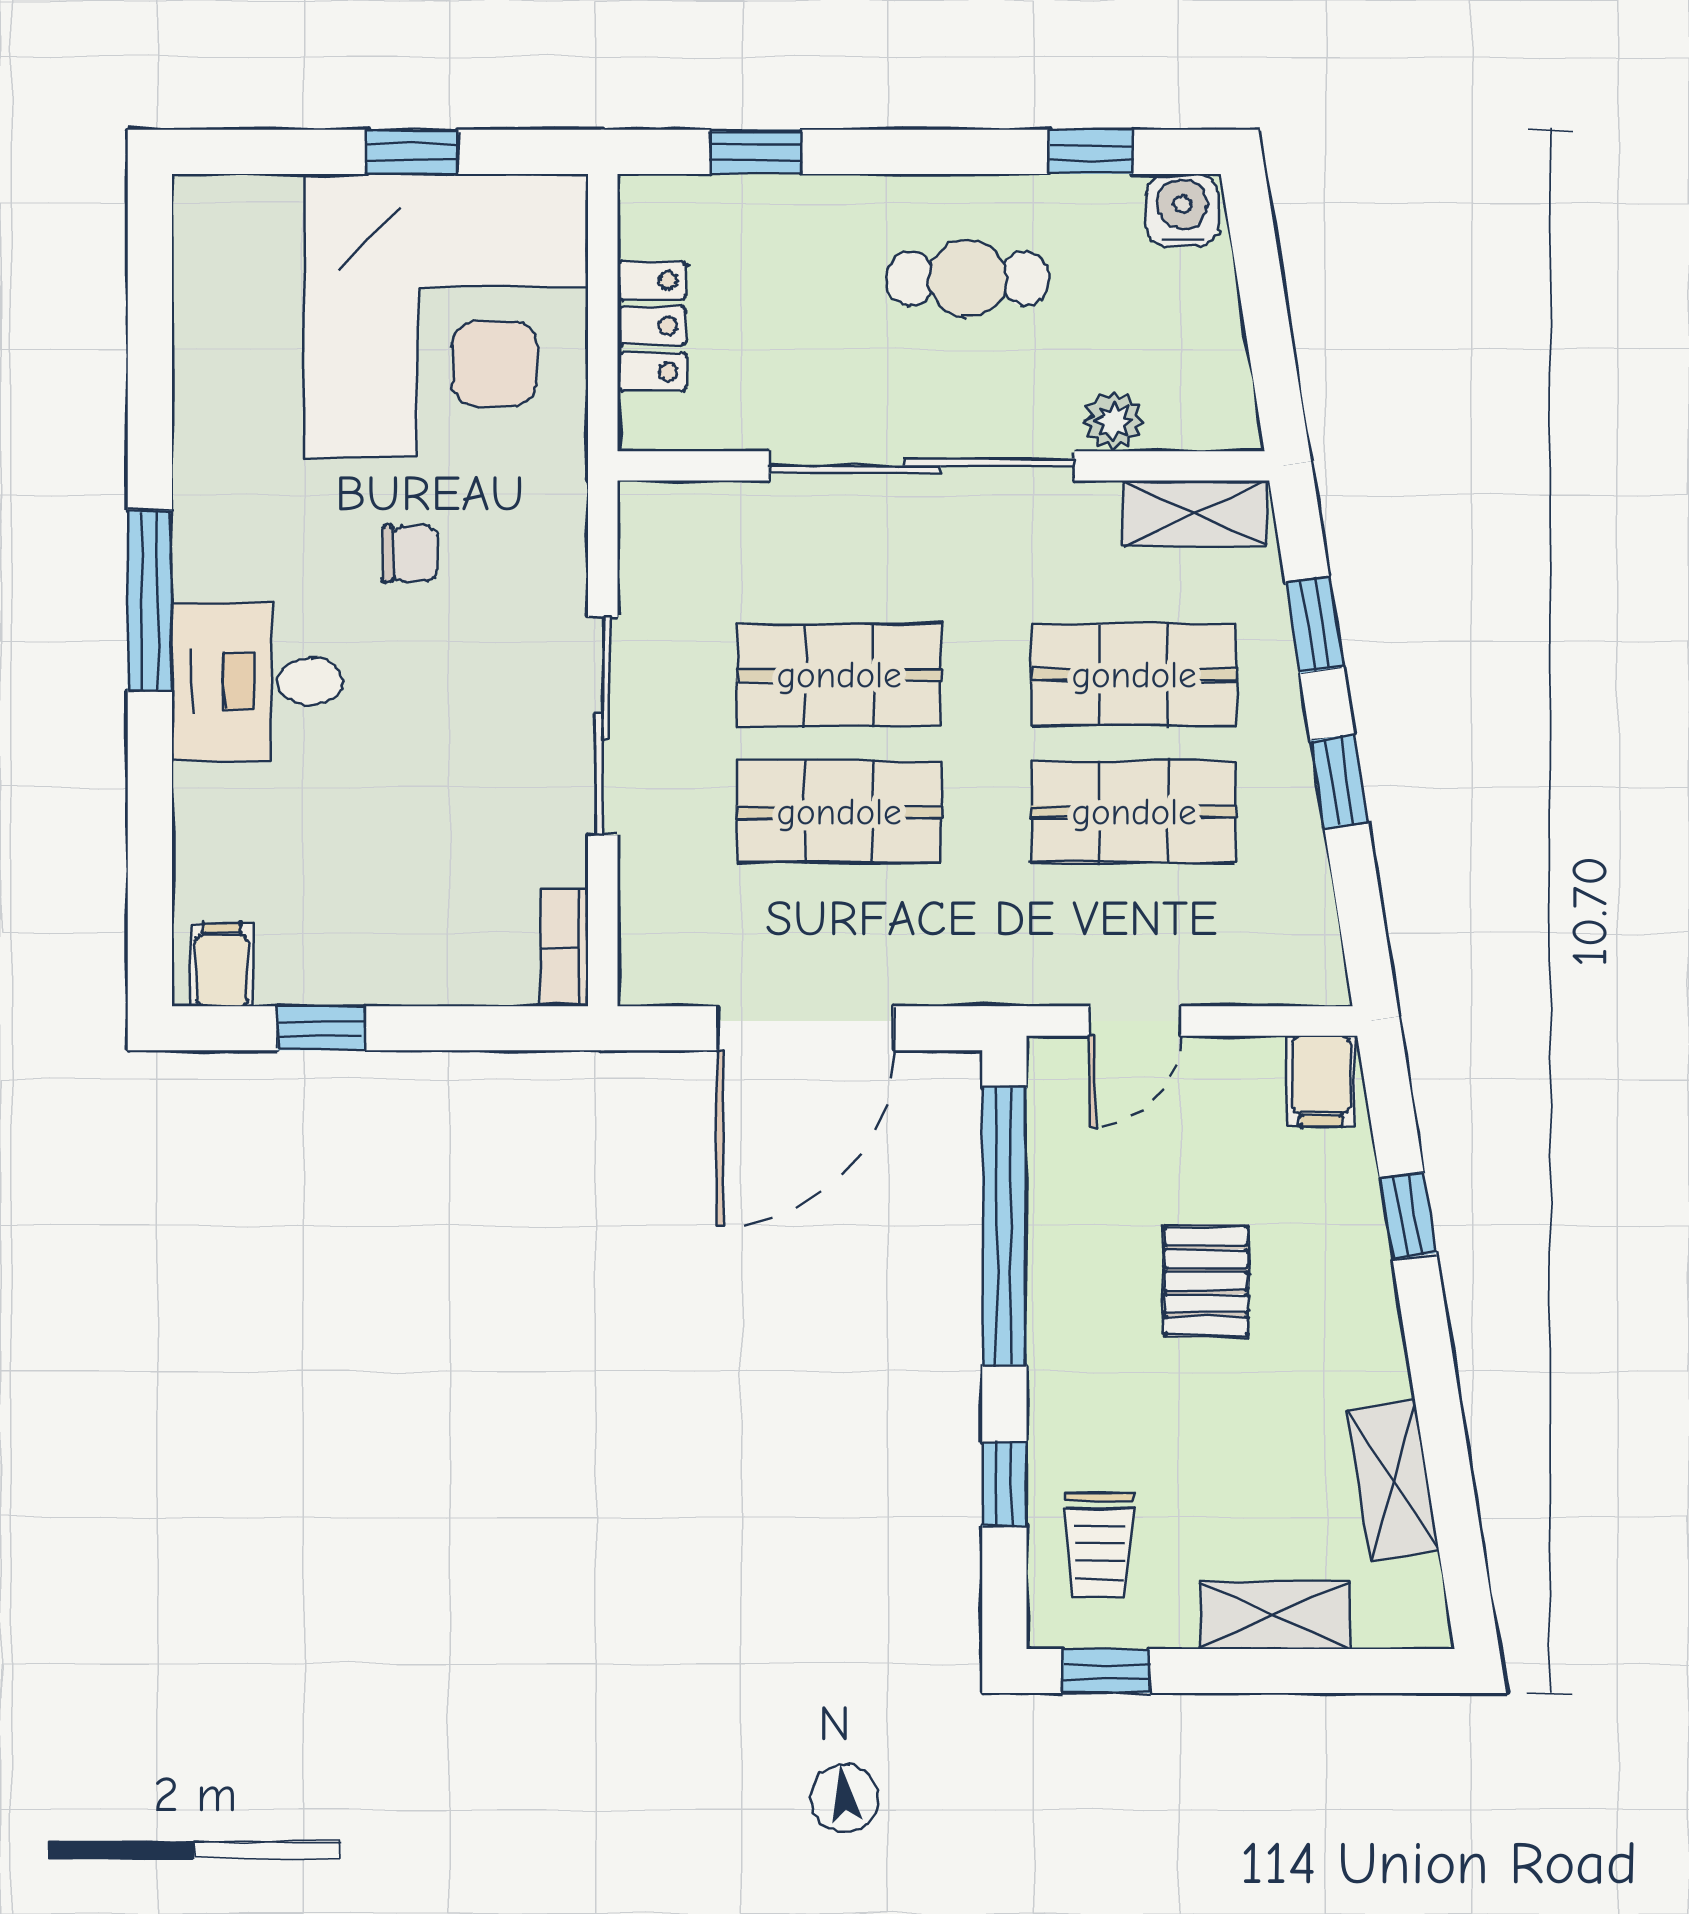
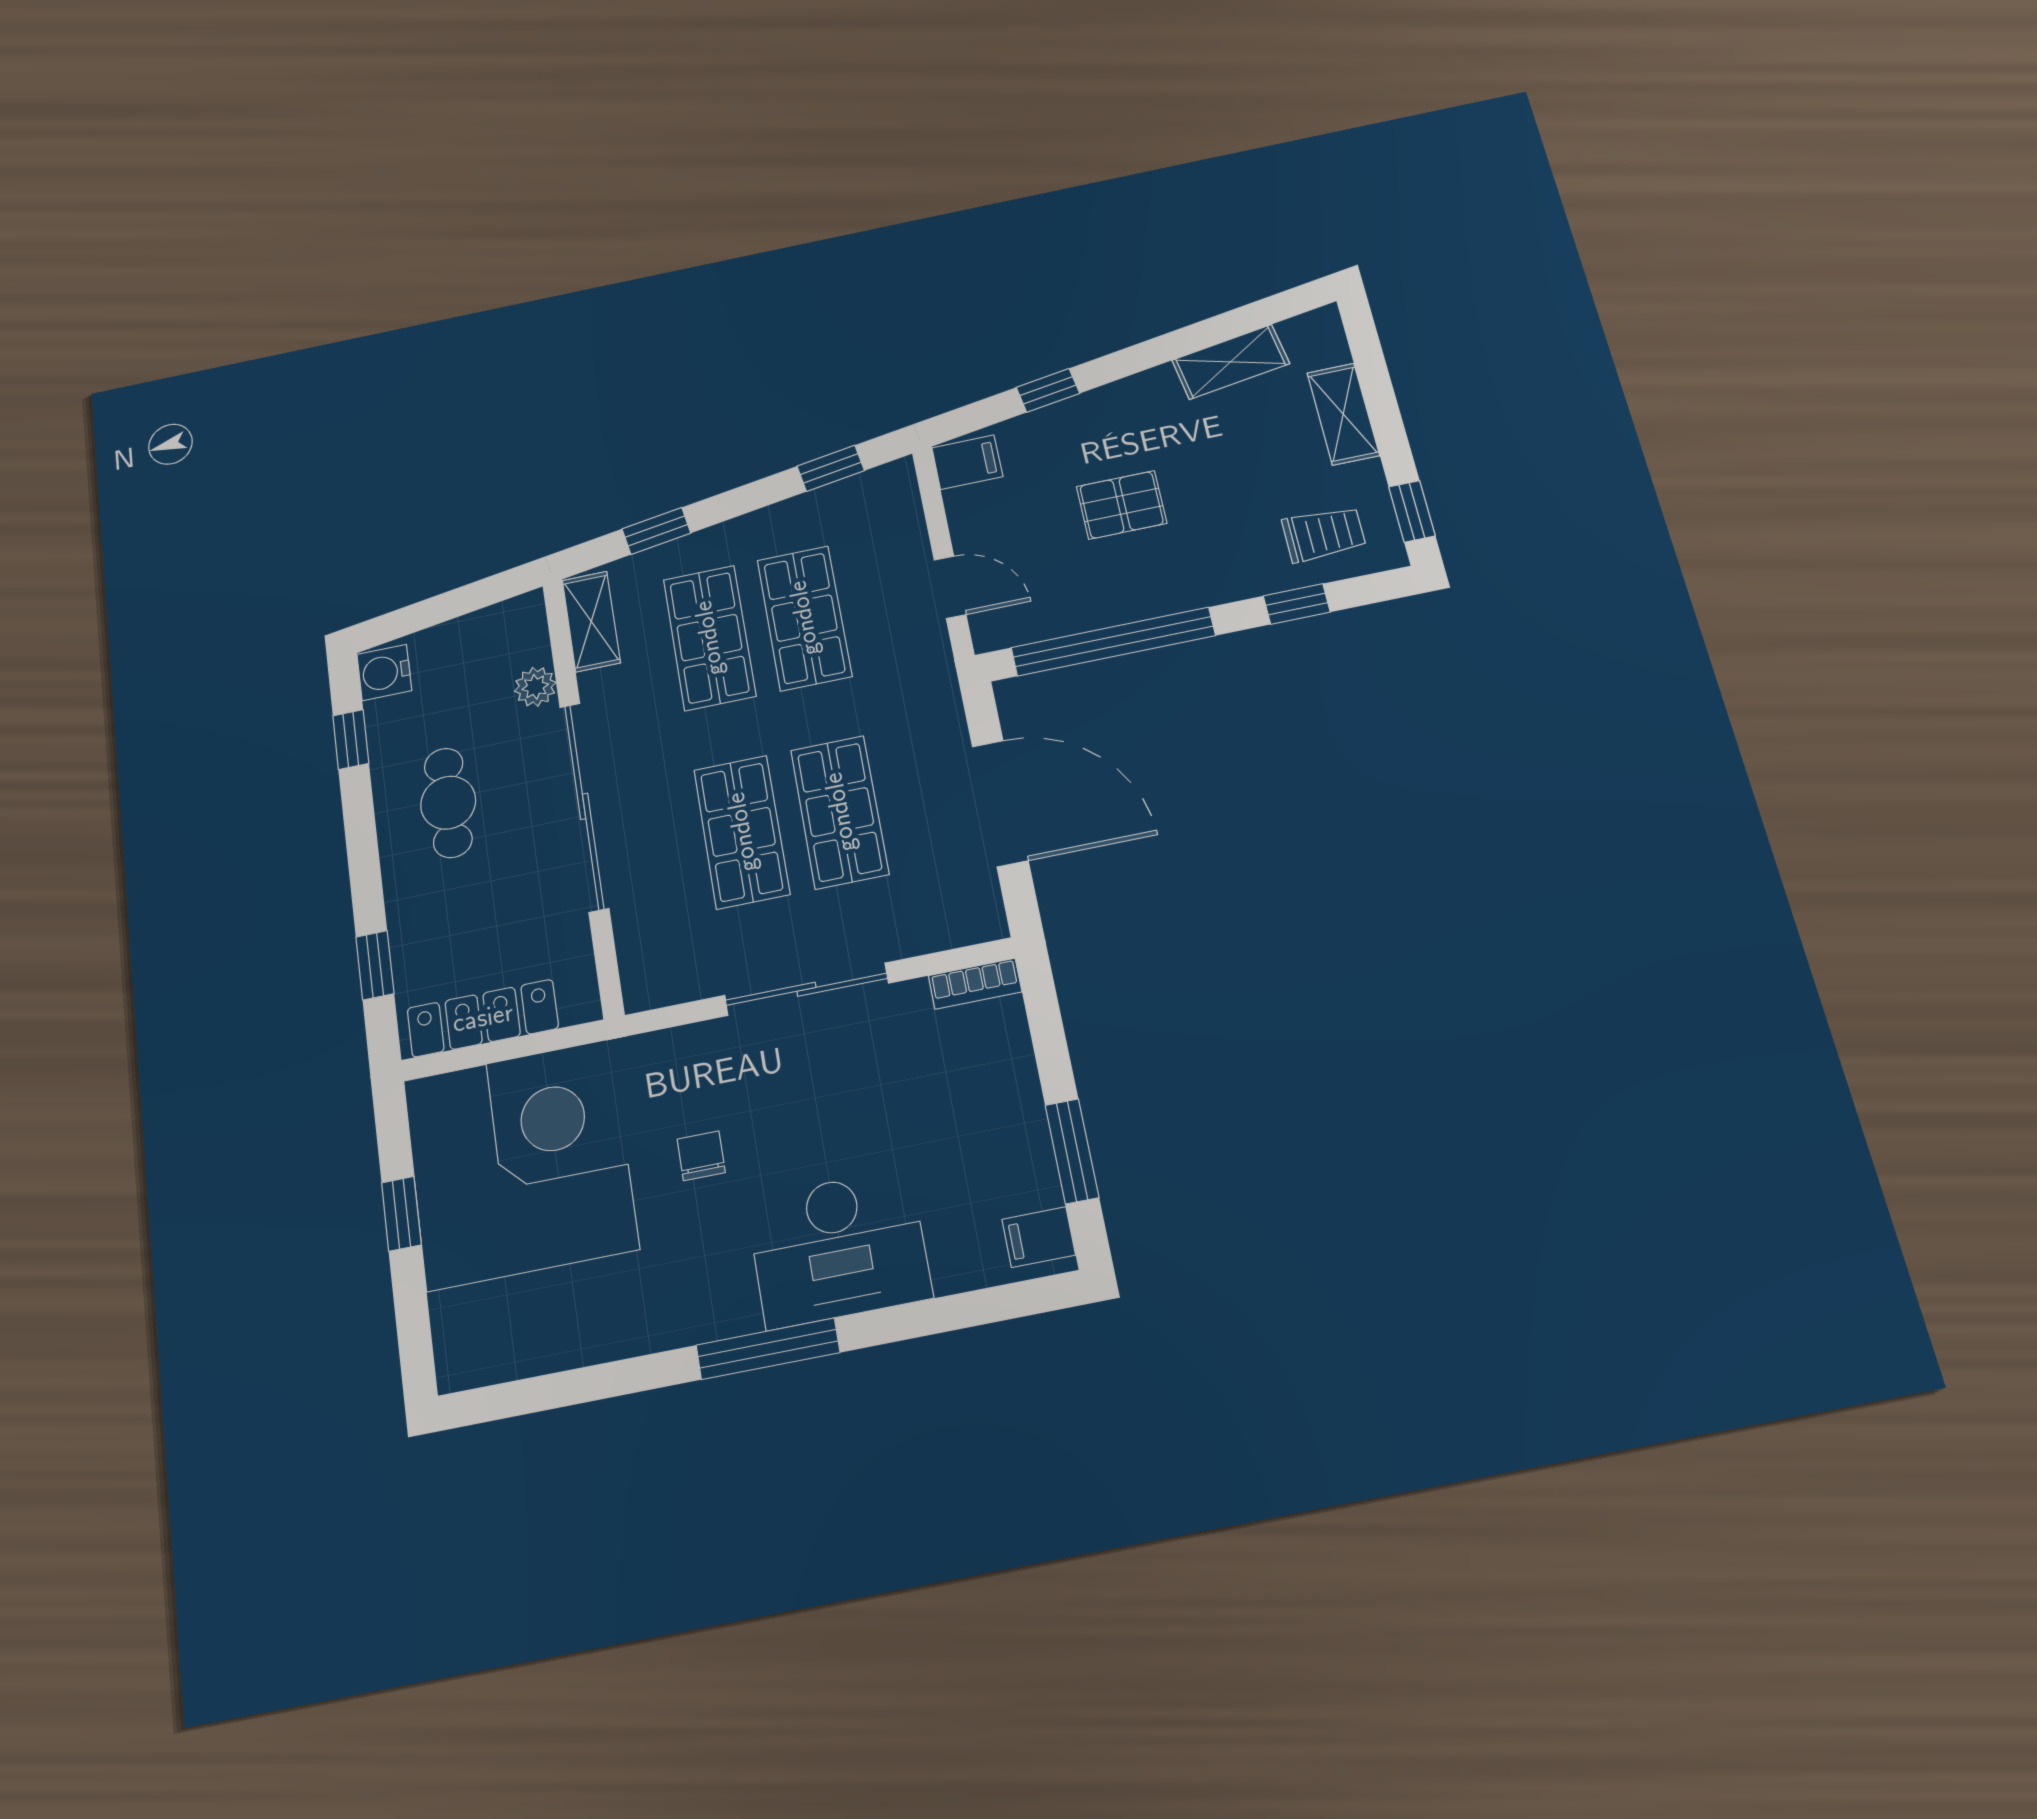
locker: (652, 326) -> (483, 1018), width x1.53
desk: (257, 681) -> (839, 1248), width x1.37
window: (1339, 781) -> (831, 468), moved
window: (321, 1028) -> (1072, 1151), width x1.50

